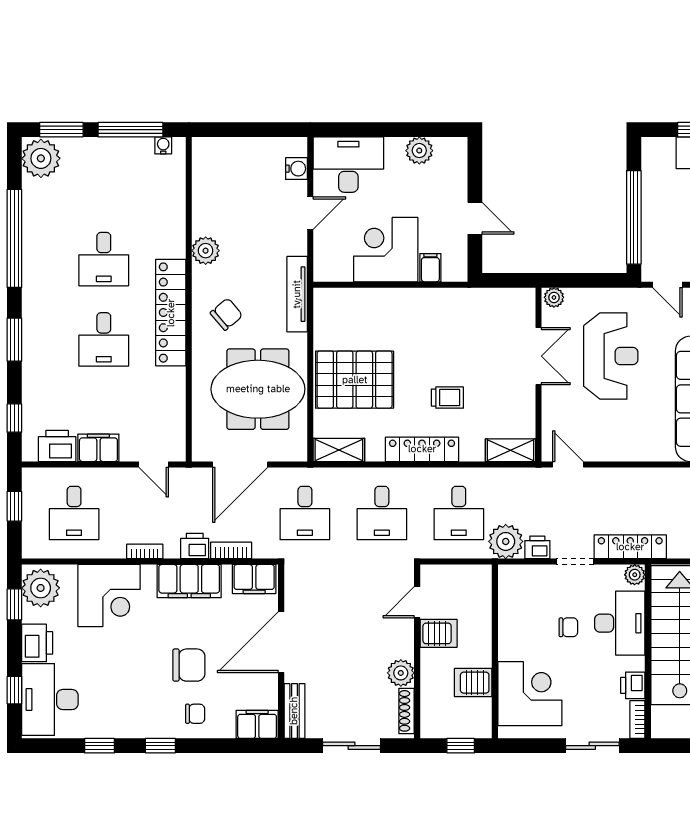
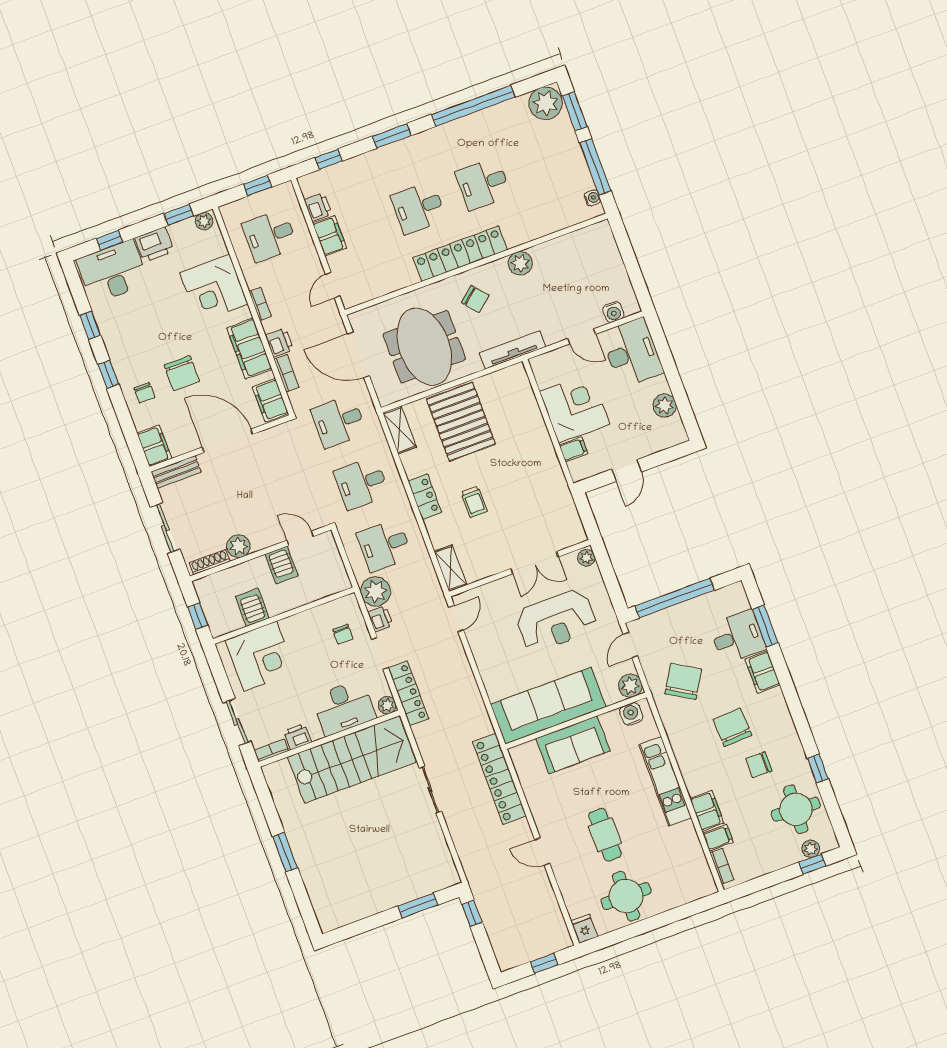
printer: (57, 446) -> (318, 207), width x0.73, depth x0.81
locker: (422, 449) -> (425, 497), width x0.66
plant: (41, 588) -> (204, 221), width x0.53, depth x0.53
chair: (568, 627) -> (343, 634), moved

